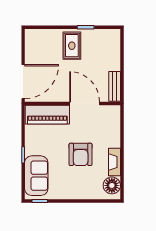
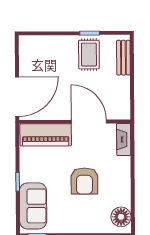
rug: (72, 46) -> (89, 55), moved
bench: (115, 86) -> (123, 58), moved
fireplace: (114, 162) -> (124, 139), moved

